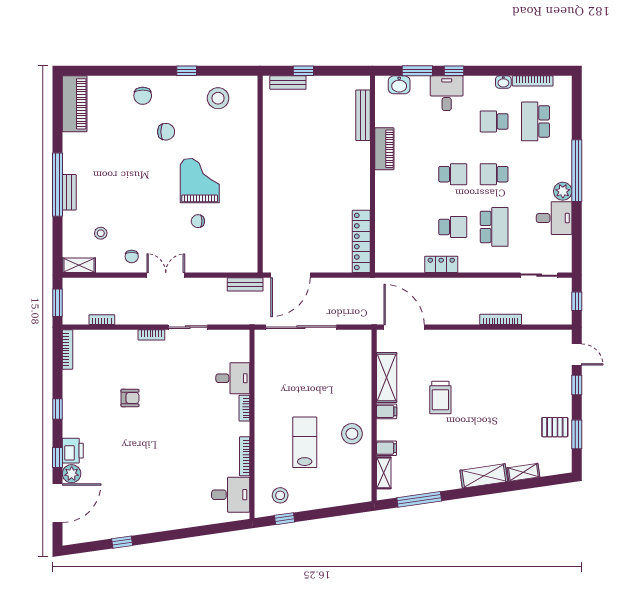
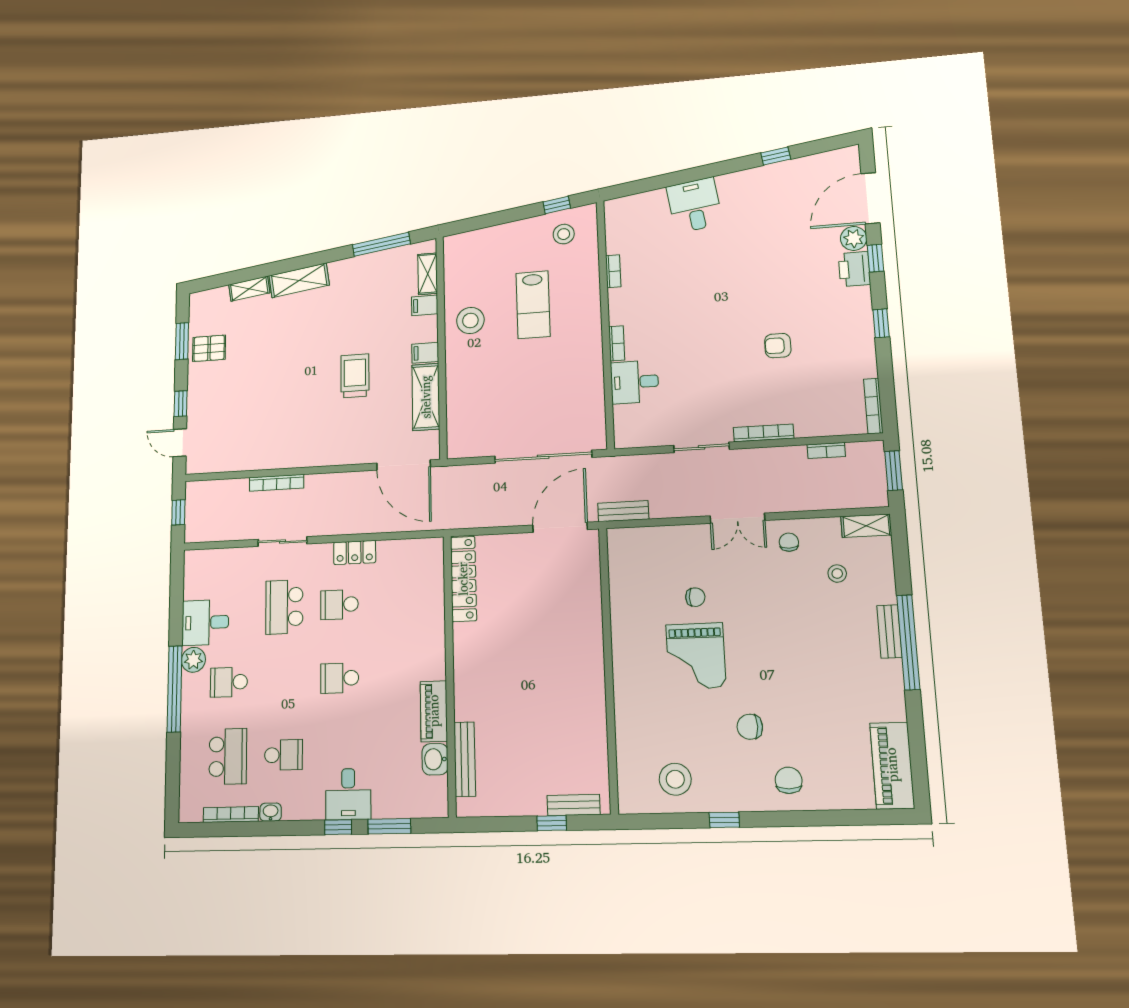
washbasin: (399, 85) -> (435, 759), moved, turned -90
school desk: (494, 174) -> (229, 682), moved, turned 180
sliding door: (539, 275) -> (283, 542), moved
bookcase: (151, 335) -> (764, 433), width x1.56
bookcase: (245, 456) -> (613, 271), width x0.64
desk: (231, 495) -> (695, 205), moved, turned 82

